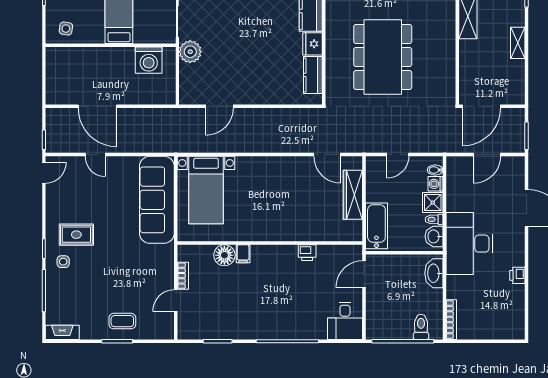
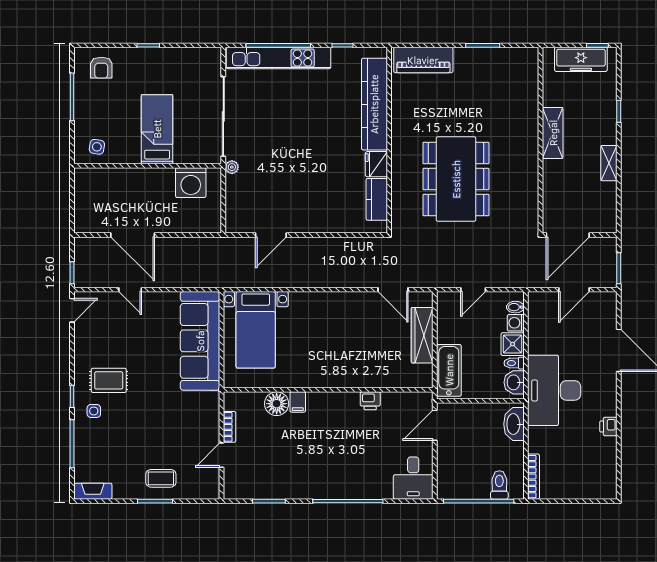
plant: (190, 52) -> (232, 167), width x0.53, depth x0.53

